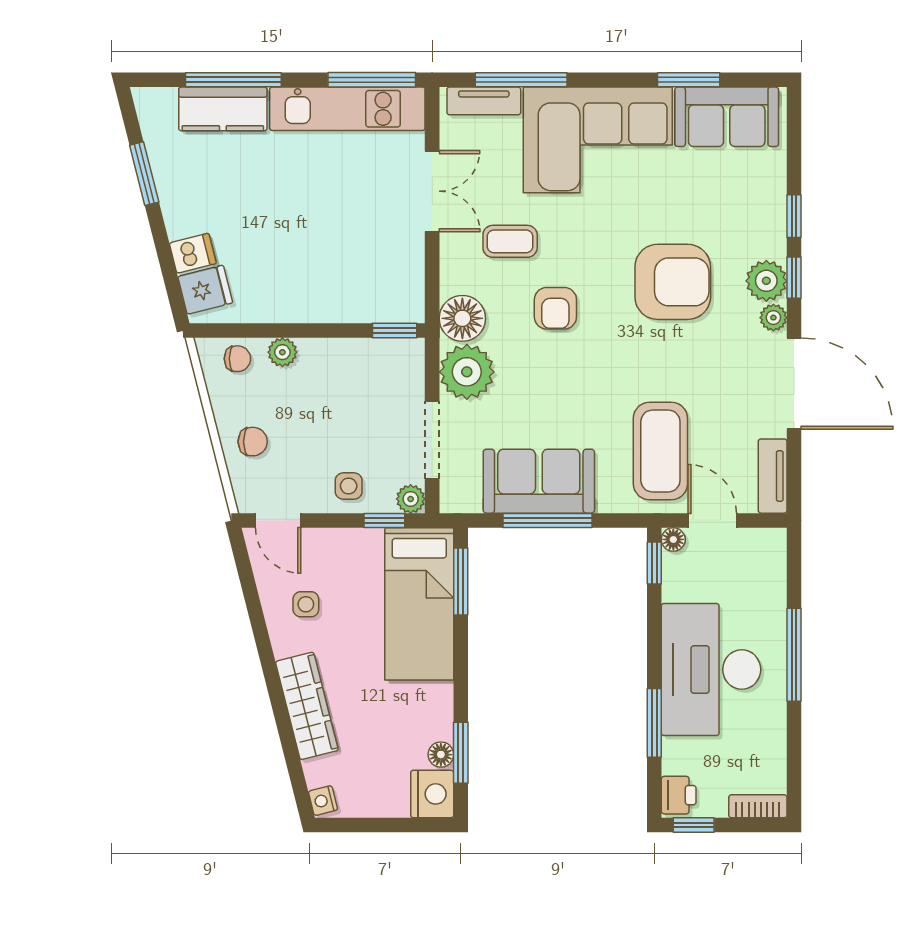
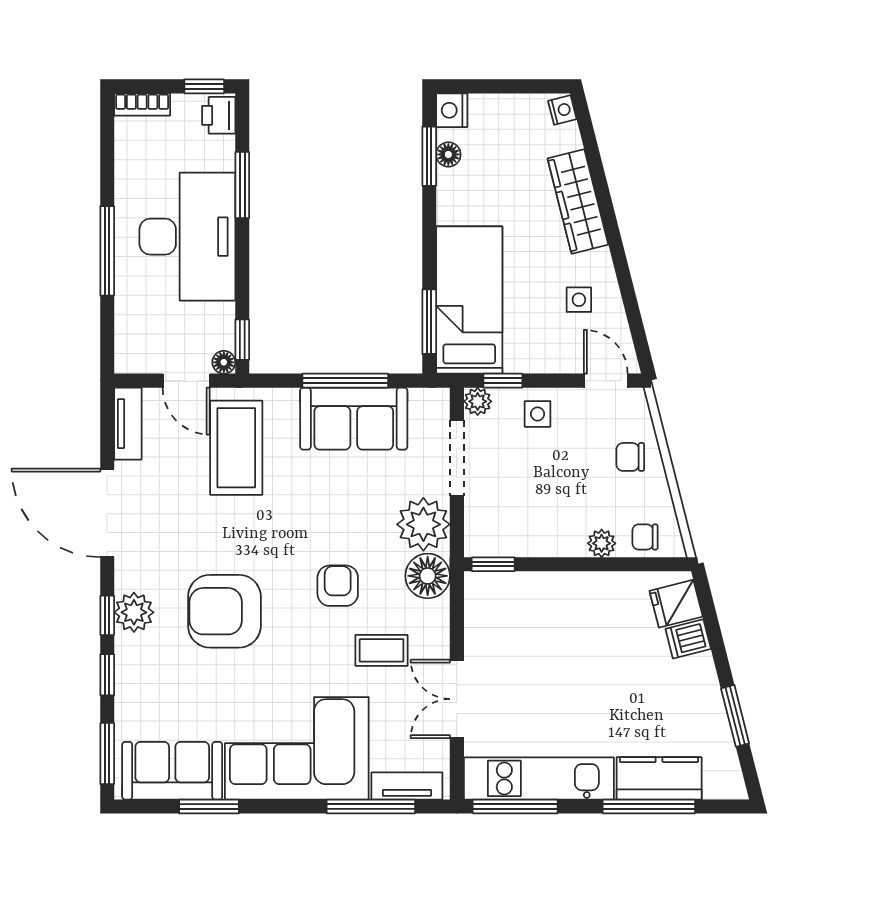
window: (794, 135) -> (107, 754), added
plant: (773, 318) -> (127, 577), removed
nightstand: (432, 794) -> (452, 110), width x0.74, depth x0.75

